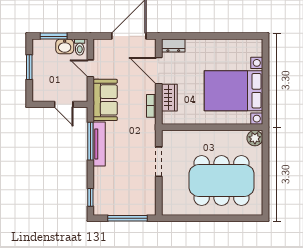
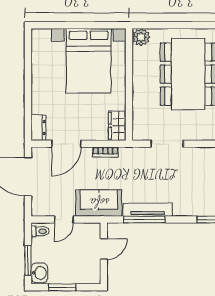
washbasin: (65, 46) -> (39, 273), moved
wardrobe: (169, 98) -> (117, 126), moved, turned -90

